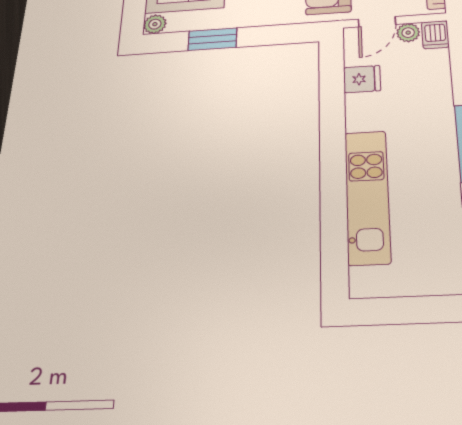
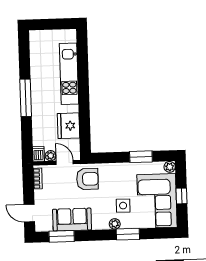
door: (377, 22) -> (65, 162), hinge flipped
fridge: (362, 79) -> (68, 126), width x1.88, depth x1.34

